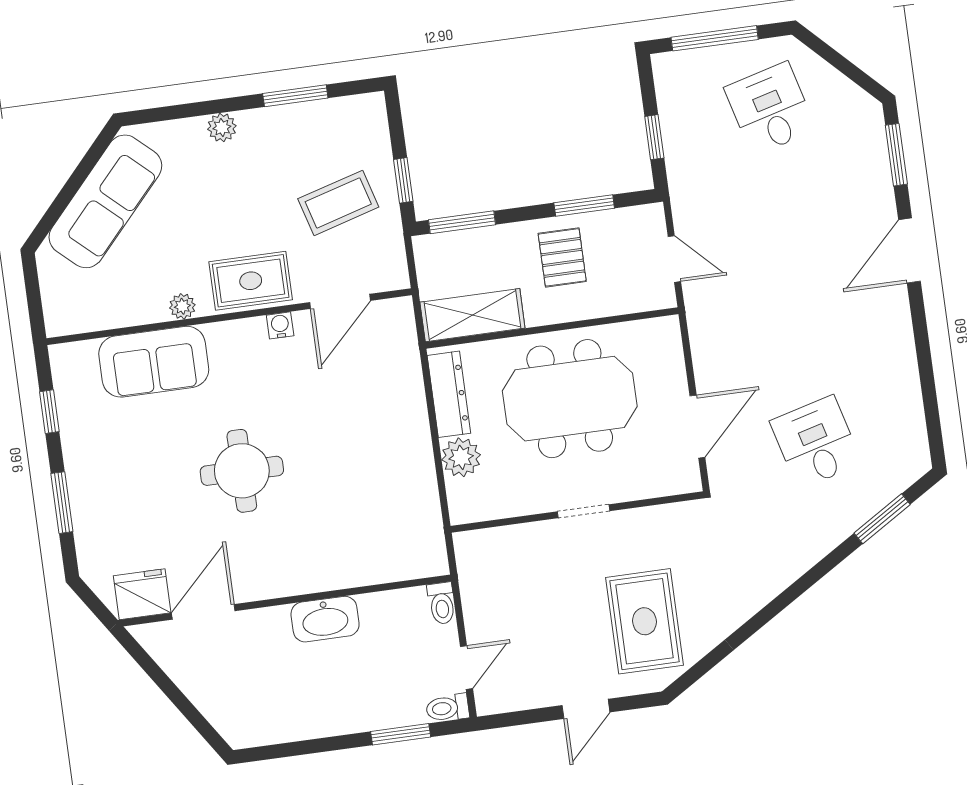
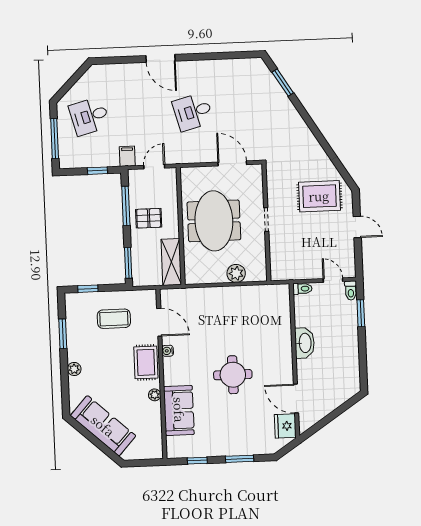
window: (896, 155) -> (116, 60), removed
window: (403, 180) -> (88, 289), moved
filing cabinet: (692, 199) -> (127, 156), added
coffee table: (338, 203) -> (114, 319), turned -74
window: (584, 206) -> (126, 206), width x1.44
dresser: (449, 394) -> (207, 276), removed
desk: (816, 442) -> (193, 112), moved

